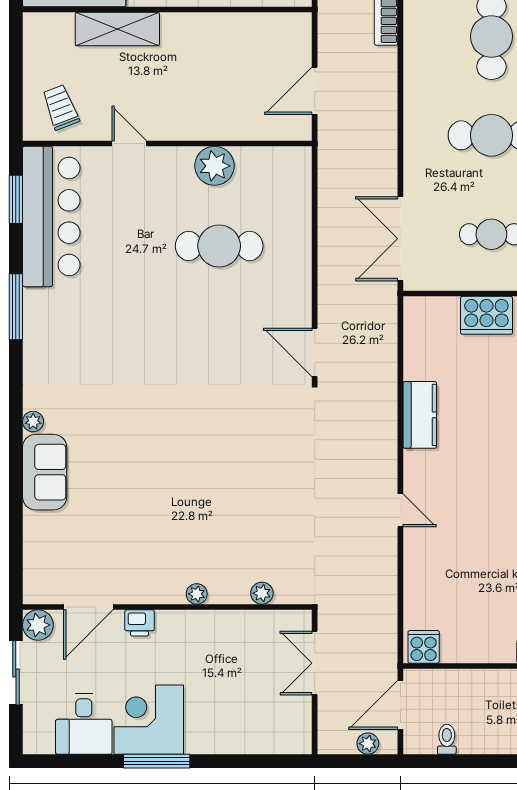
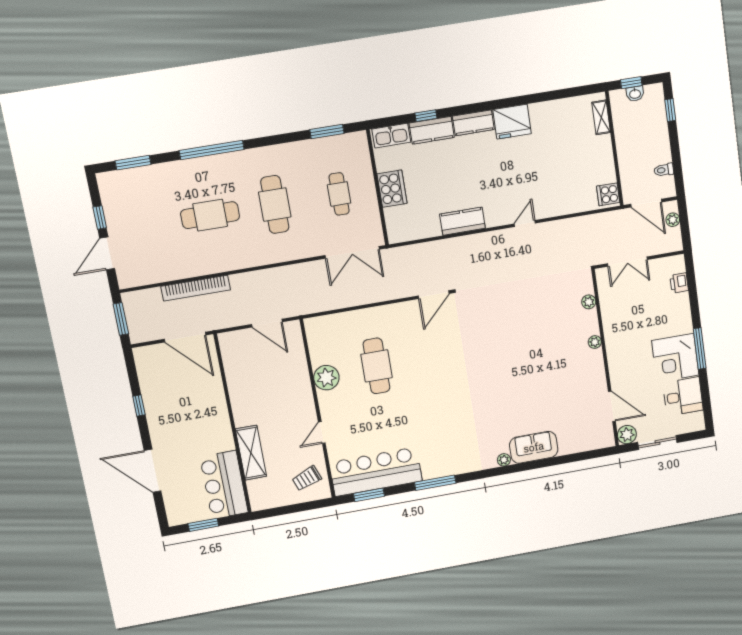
printer: (139, 623) -> (679, 283), moved, turned 180

